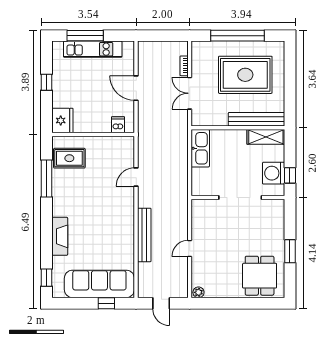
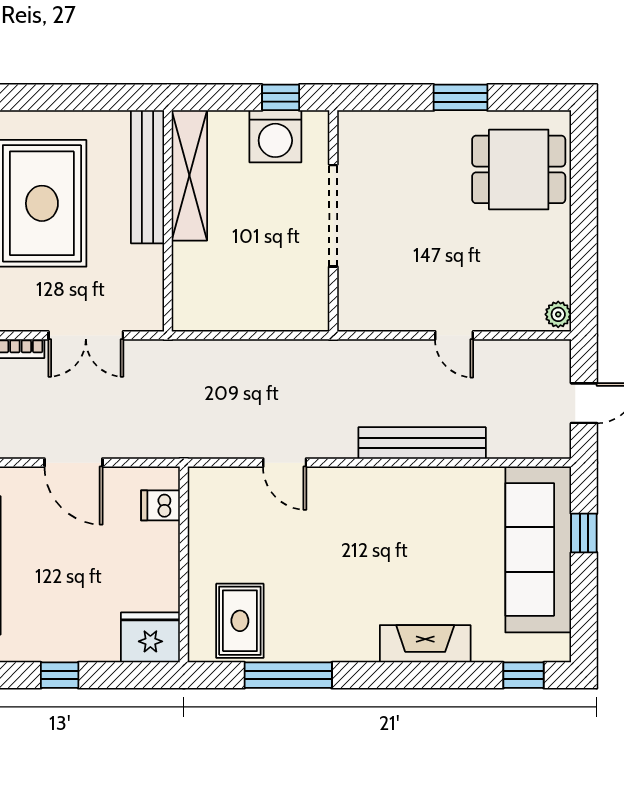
door: (136, 88) -> (73, 463), hinge flipped
shelving: (266, 137) -> (189, 175), width x1.47
kitchen sink: (200, 148) -> (216, 310), removed

